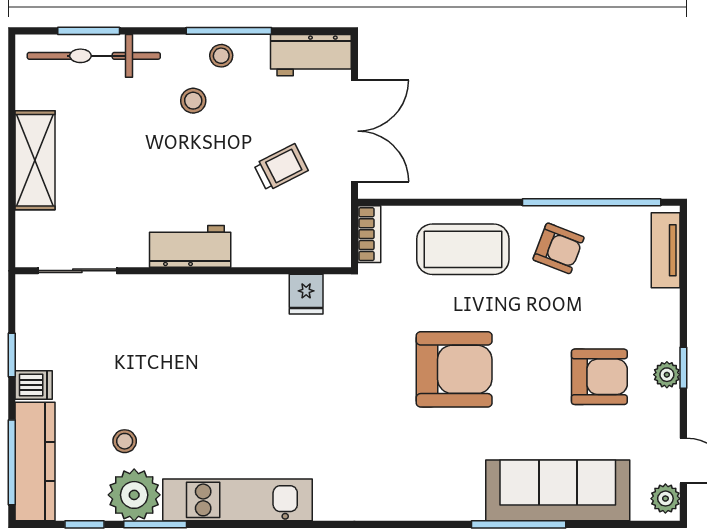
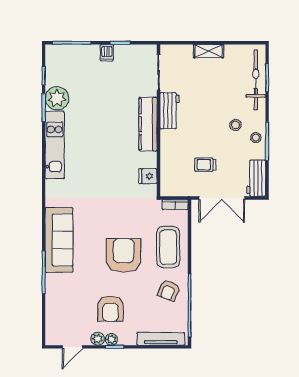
shelving: (35, 160) -> (209, 51), width x0.67, depth x0.75
trolley: (281, 167) -> (205, 165), turned 117
workbench: (190, 246) -> (170, 111), moved
tv unit: (666, 250) -> (161, 339), width x1.41
armchair: (454, 369) -> (124, 255), moved, turned 180
stool: (125, 441) -> (81, 94), removed
kitchen counter: (35, 462) -> (148, 124), moved, turned 90
sofa: (558, 490) -> (59, 240), moved
plant: (665, 499) -> (98, 339), moved

